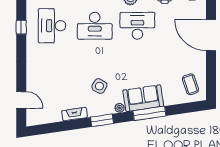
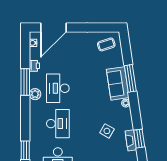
door: (211, 35) -> (53, 27), moved
side table: (99, 86) -> (107, 131), moved
window: (102, 120) -> (139, 139), moved

